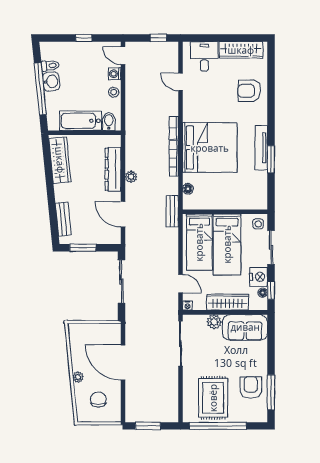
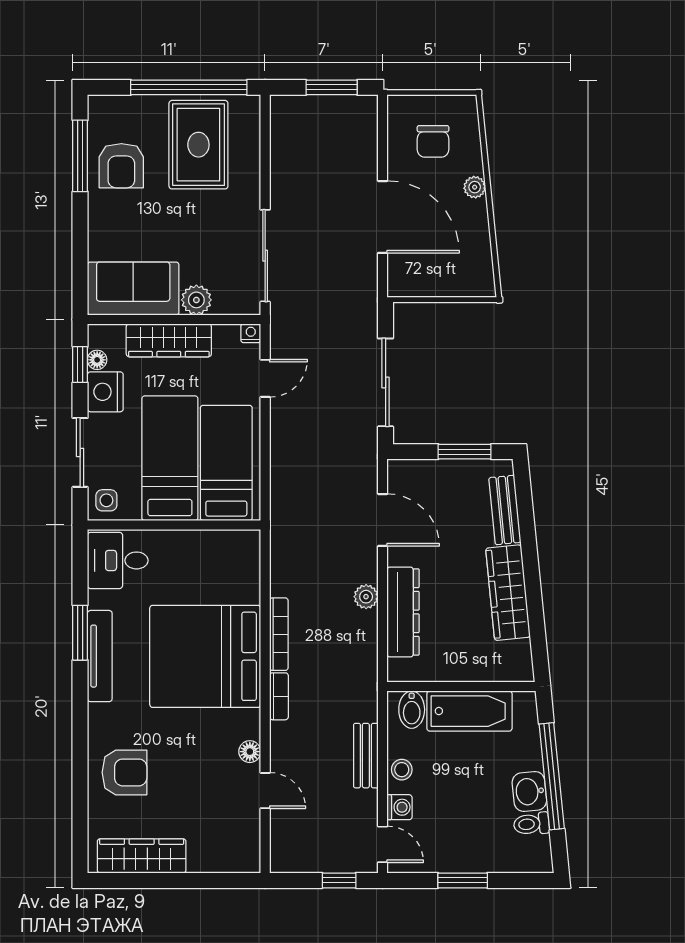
window: (84, 38) -> (463, 880), width x1.50
window: (158, 38) -> (339, 880), moved
desk: (204, 56) -> (118, 560), moved, turned 90
wardrobe: (60, 160) -> (508, 593), moved
floor lamp: (188, 189) -> (250, 752), moved
bench: (172, 211) -> (366, 756), moved
door: (180, 284) -> (265, 378), swing flipped

